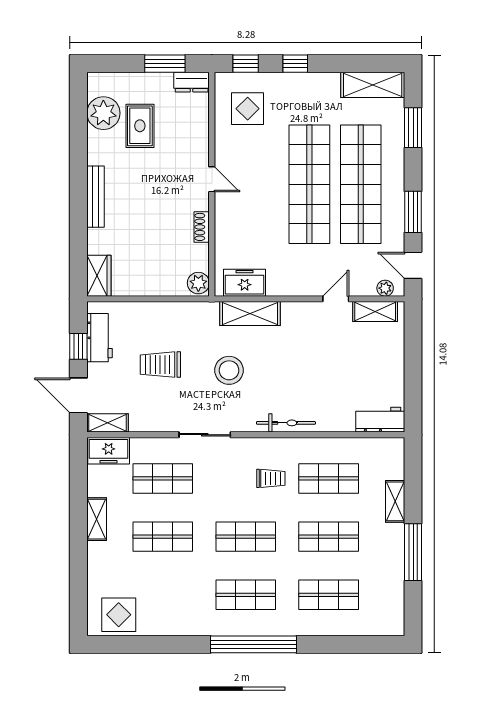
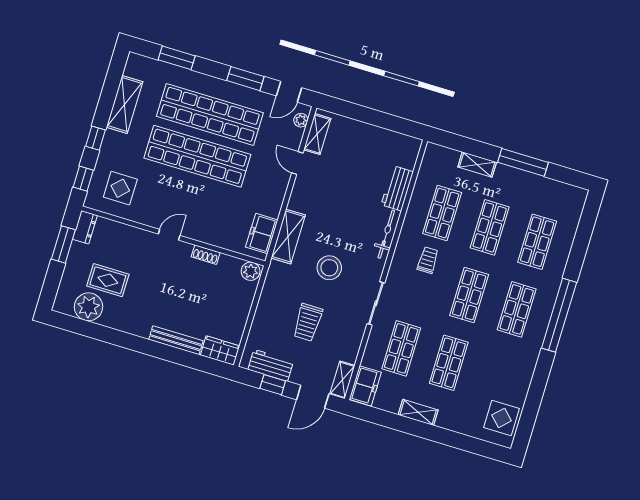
shelving: (373, 85) -> (125, 104), moved
bench: (96, 197) -> (176, 340), moved
workbench: (380, 420) -> (397, 188), moved

